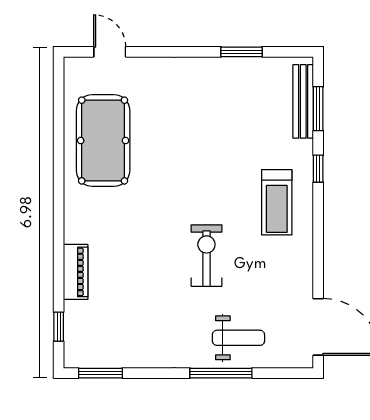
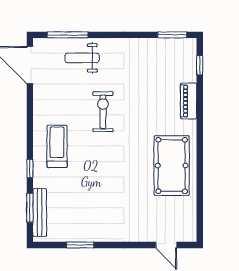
pool table: (103, 141) -> (172, 166), moved
exercise bike: (206, 256) -> (103, 112), turned 180
window: (221, 373) -> (68, 35), moved

